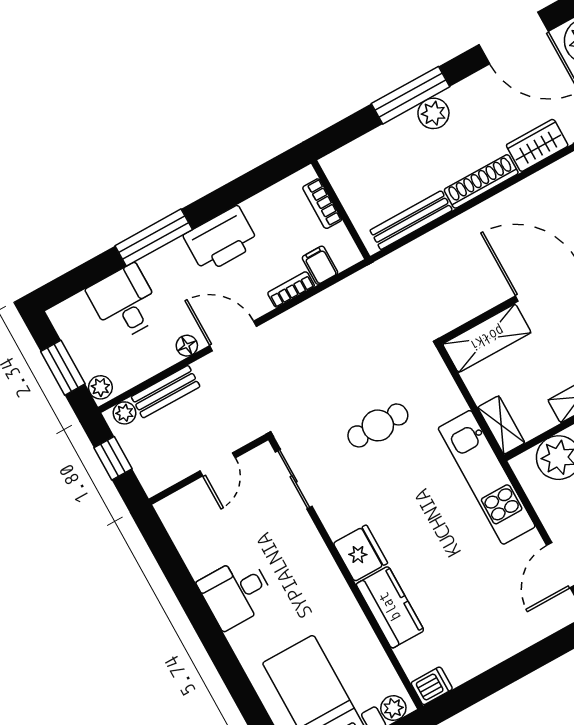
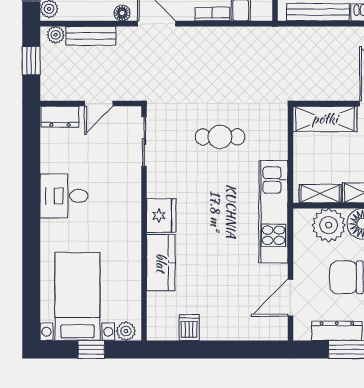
shelving: (501, 425) -> (320, 194), moved, turned 90
dresser: (181, 504) -> (60, 117), added
dishwasher: (432, 686) -> (189, 328), moved, turned -90

